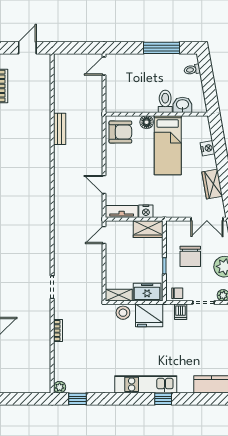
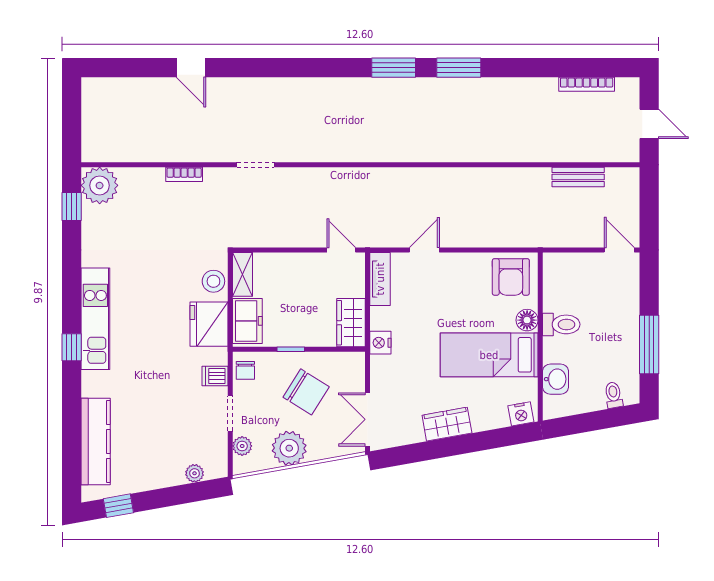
toilet: (165, 101) -> (561, 324), moved
bench: (60, 129) -> (578, 177), moved
nightstand: (208, 148) -> (521, 414), moved
wardrobe: (212, 184) -> (447, 424), moved
nightstand: (146, 211) -> (380, 343), moved
chair: (190, 256) -> (306, 392), turned -148
plant: (60, 387) -> (100, 185), width x1.87, depth x1.87

